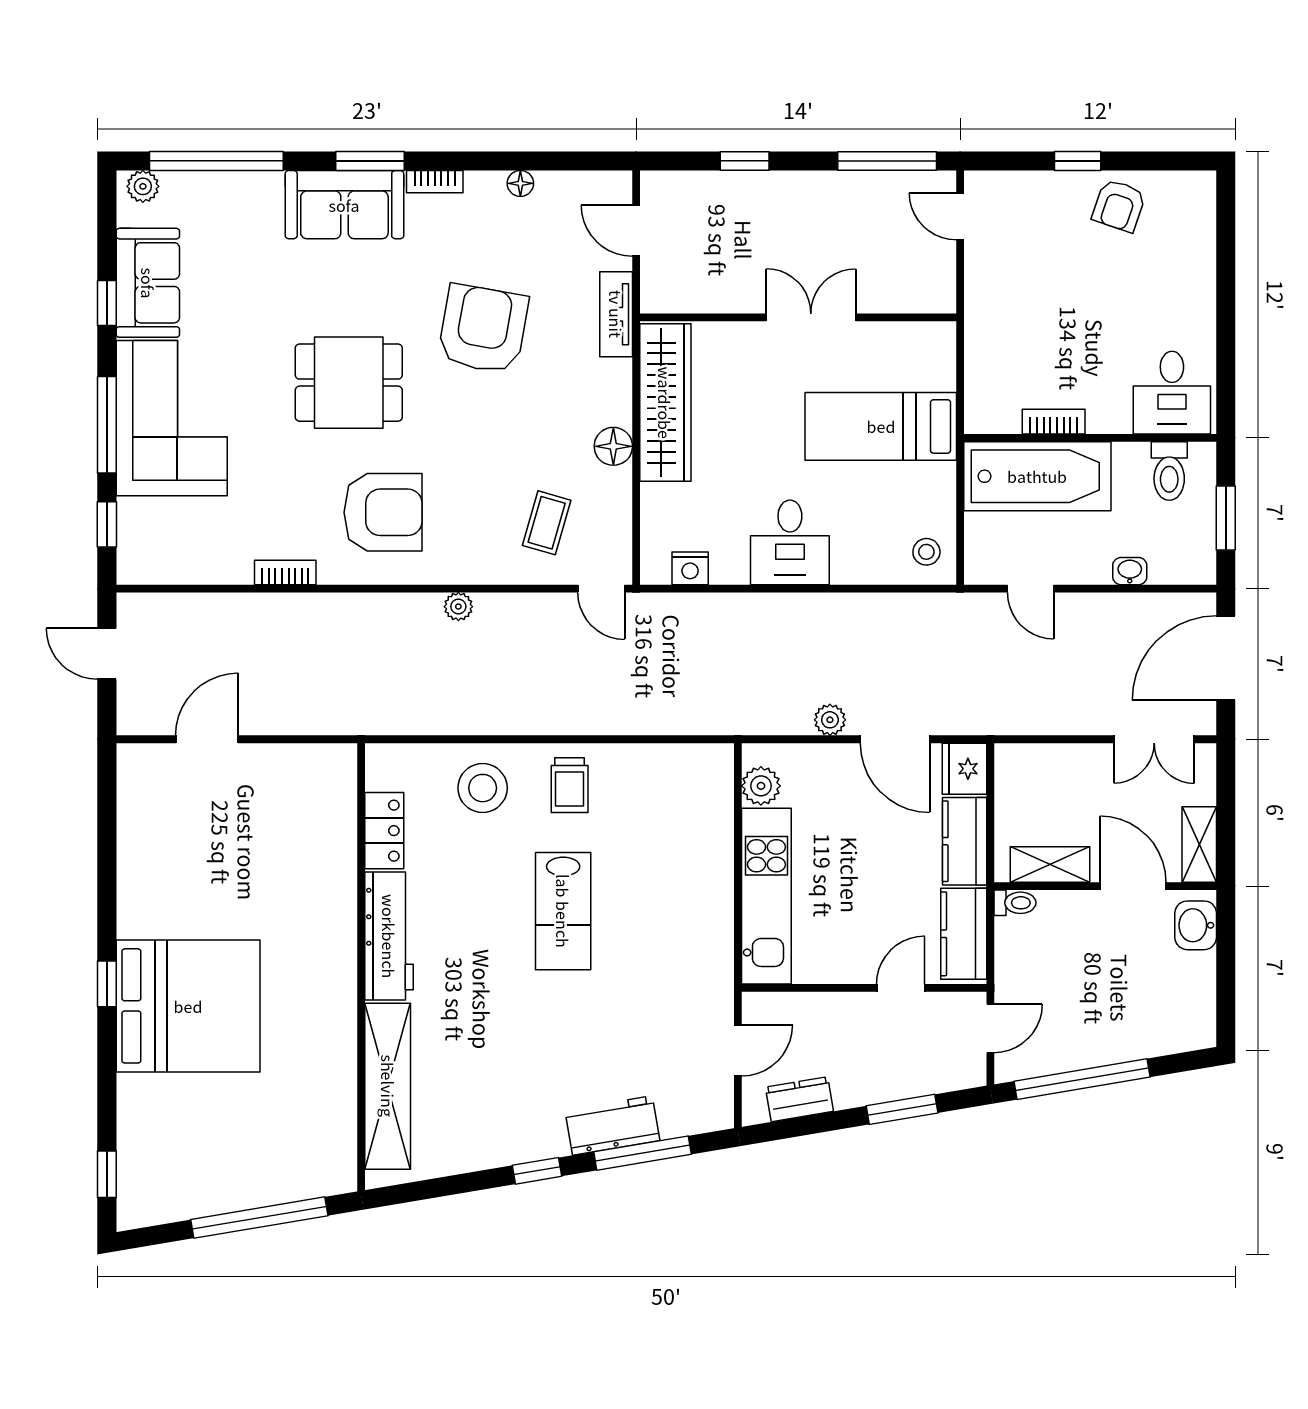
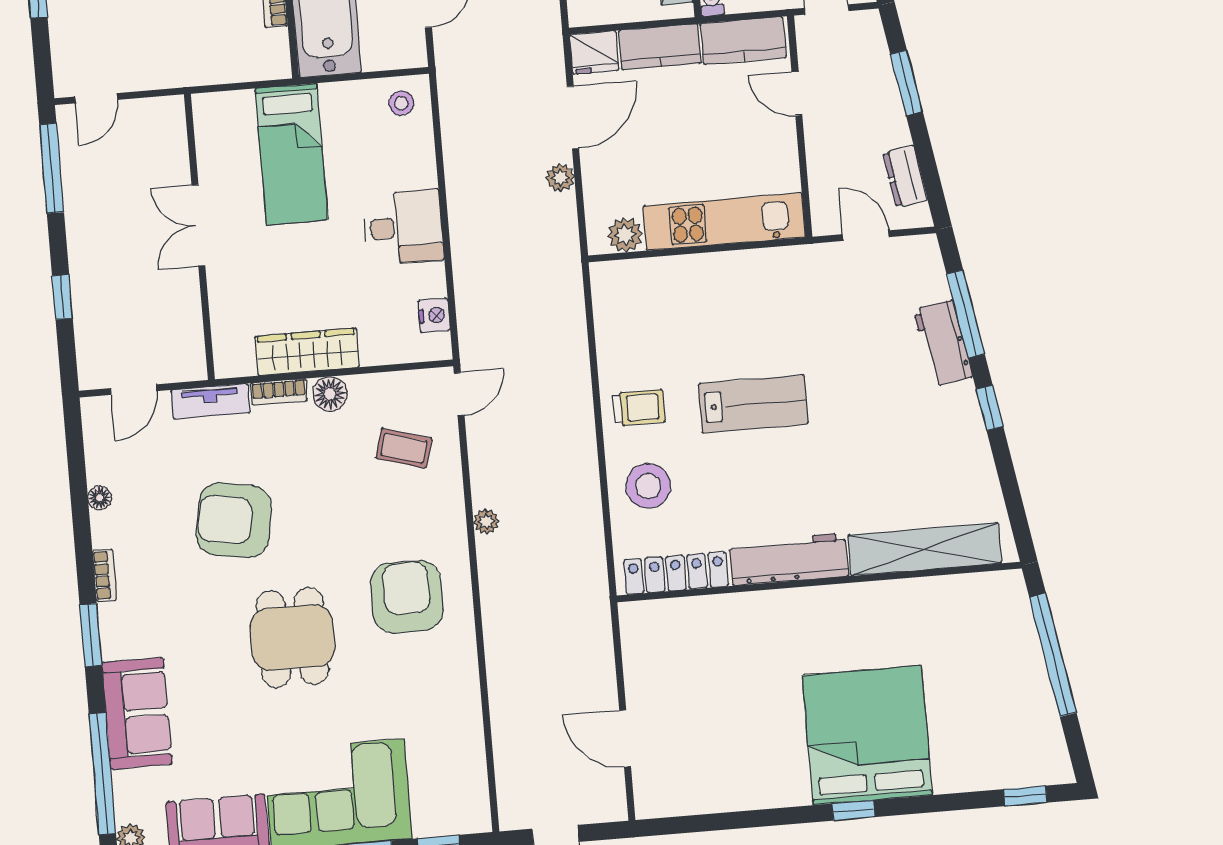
sofa: (344, 205) -> (137, 713), moved
wardrobe: (665, 403) -> (307, 352), width x0.71, depth x0.85
bookcase: (285, 572) -> (279, 392), moved, turned -90
locker: (384, 831) -> (676, 573), width x1.53

